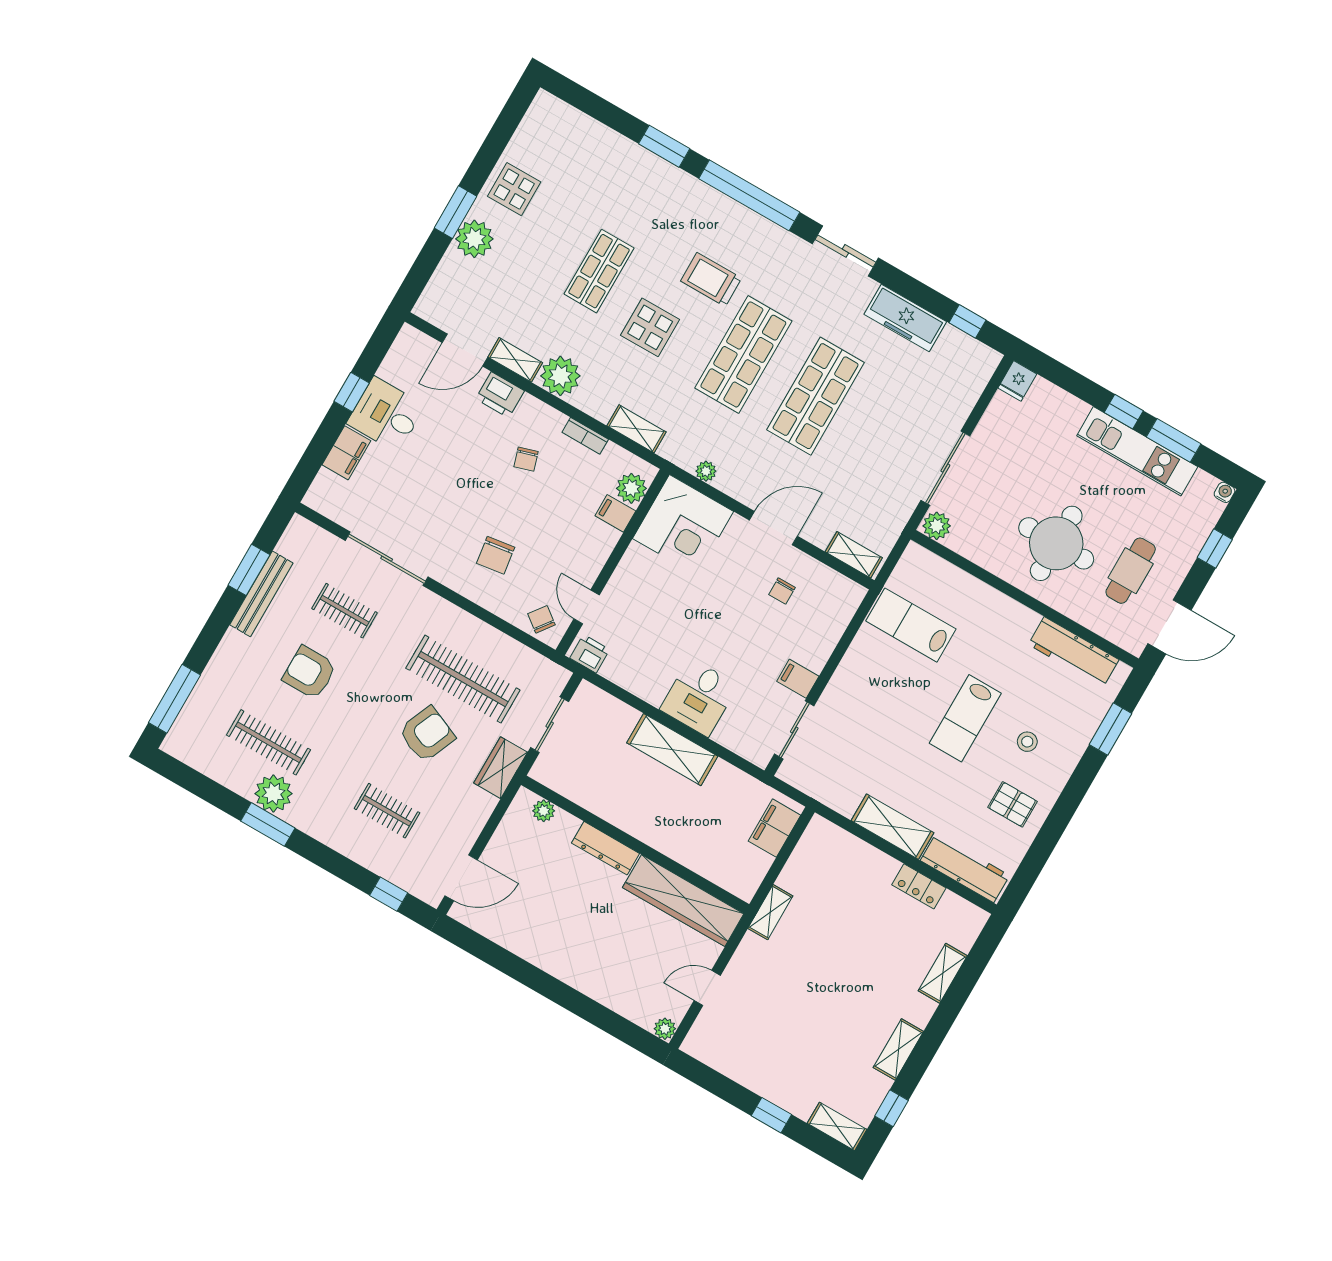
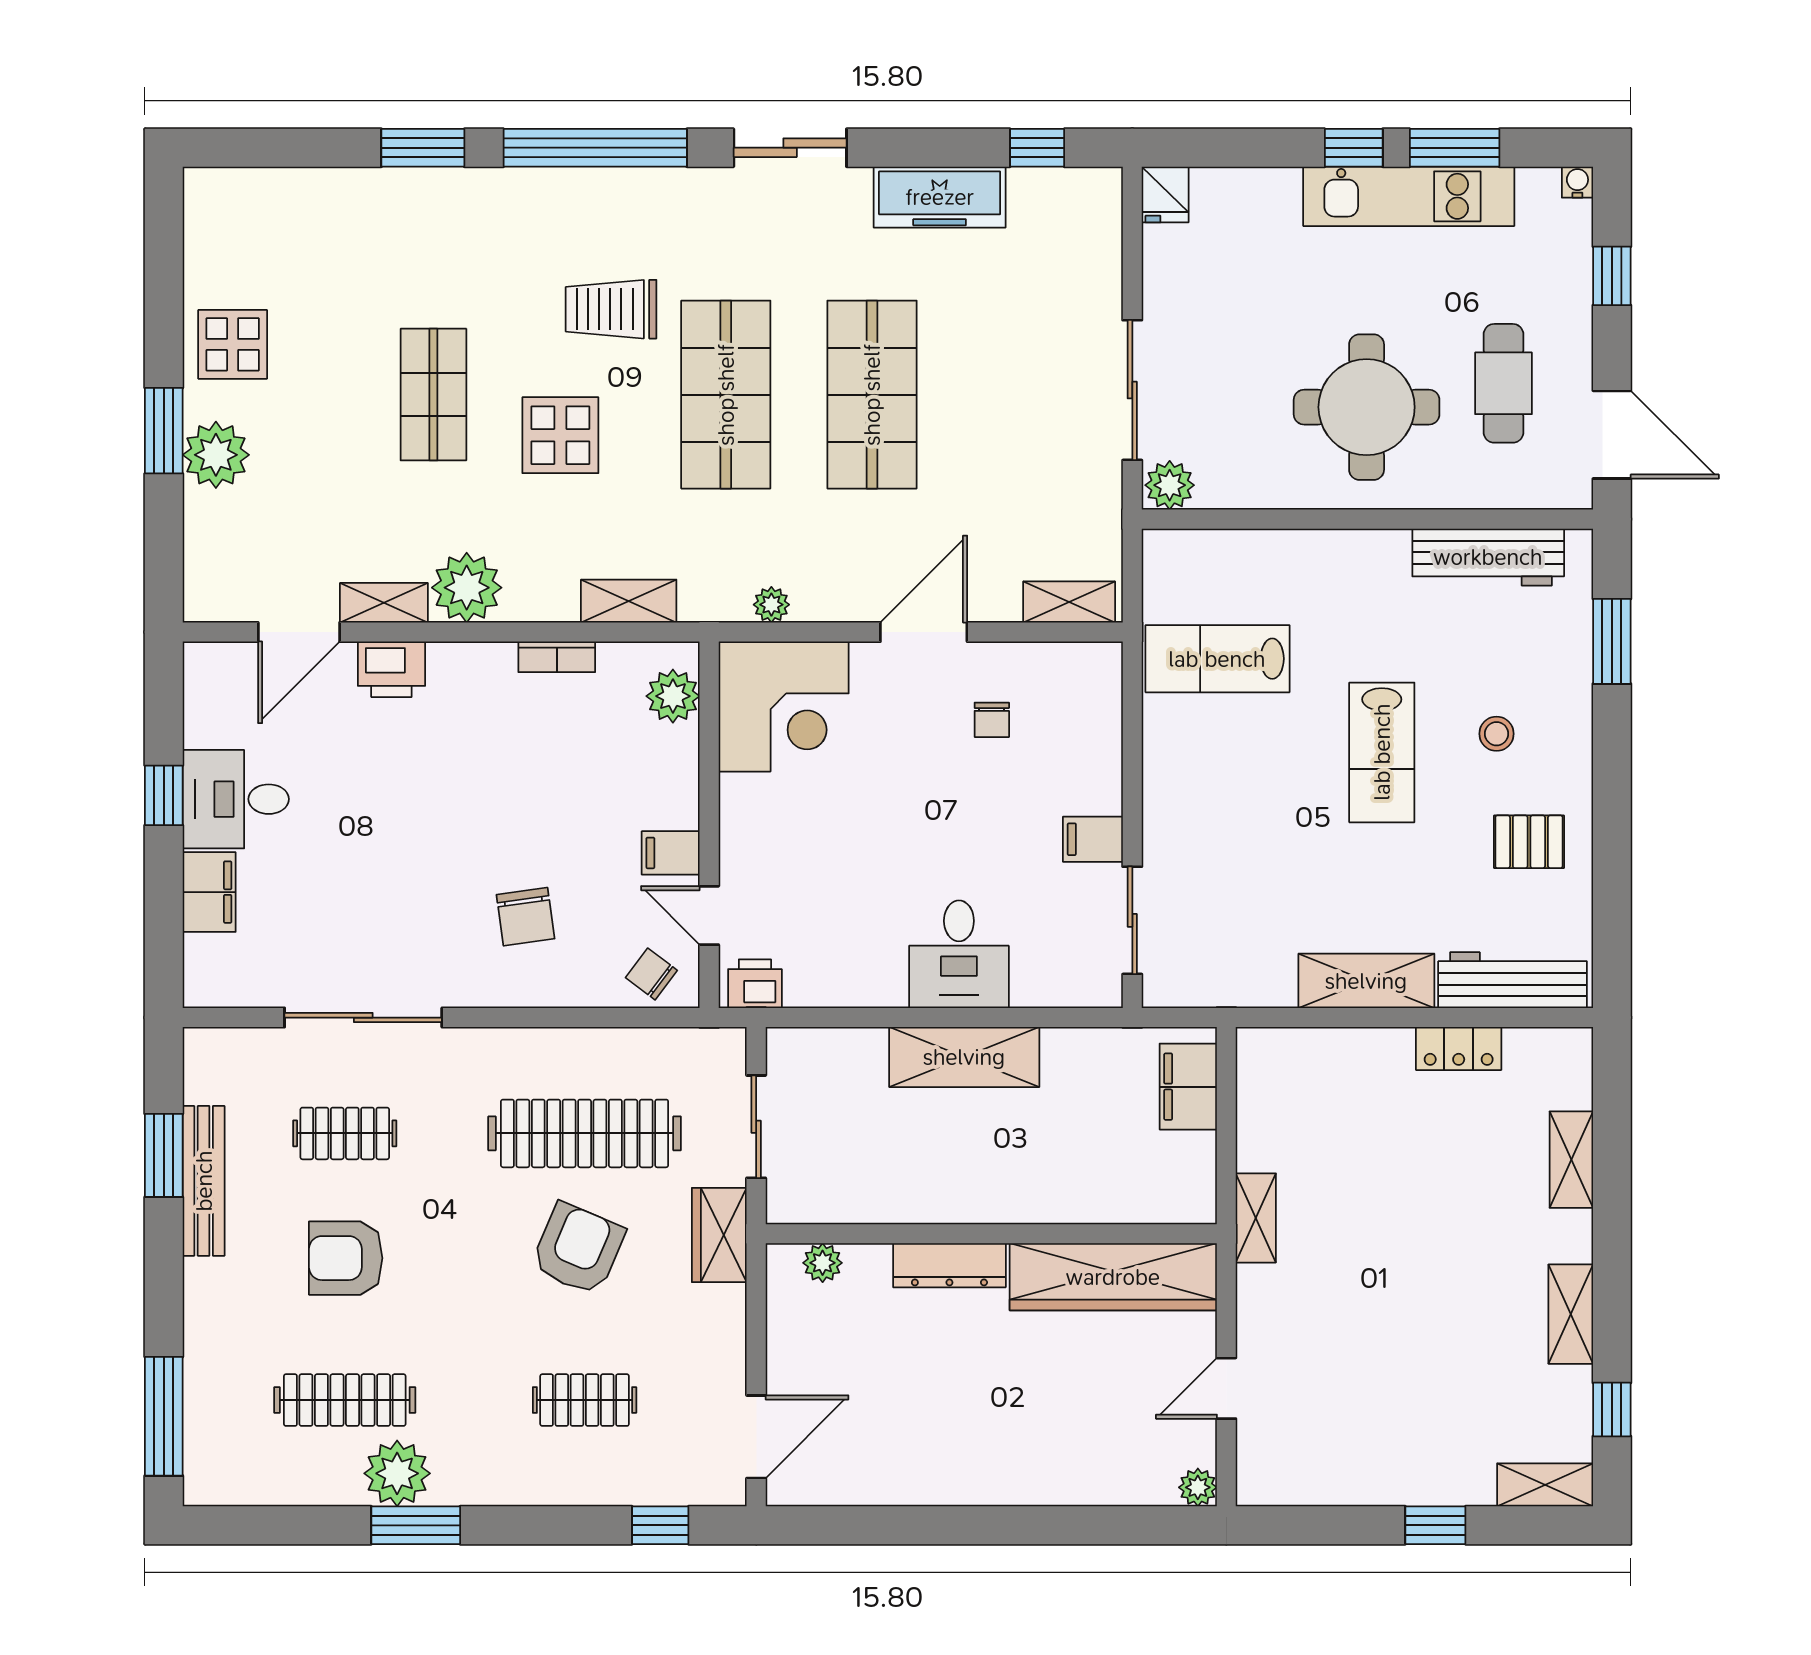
chair: (526, 459) -> (487, 744), removed
filing cabinet: (615, 513) -> (671, 853), moved
door: (1169, 627) -> (1612, 435), hinge flipped

